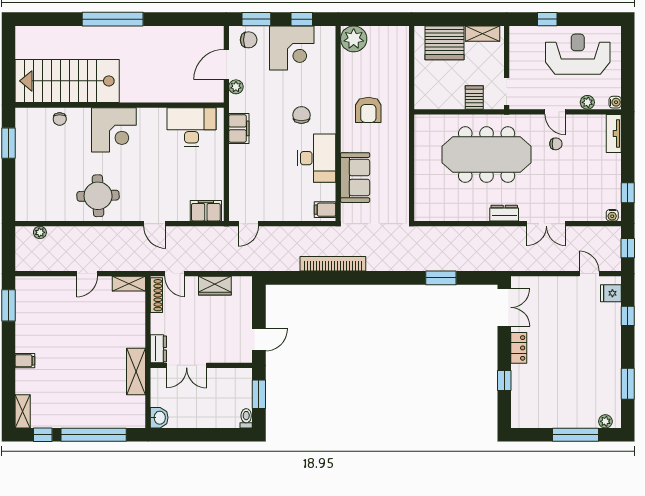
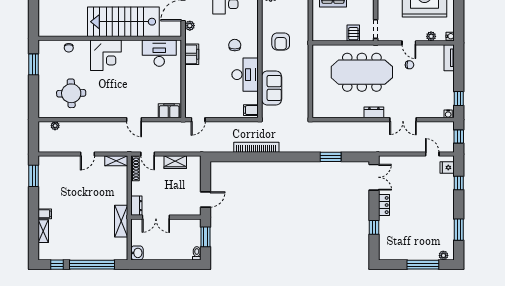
stairs: (67, 81) -> (123, 22), moved
round table: (98, 196) -> (71, 93), moved
shelving: (23, 411) -> (43, 231), moved

